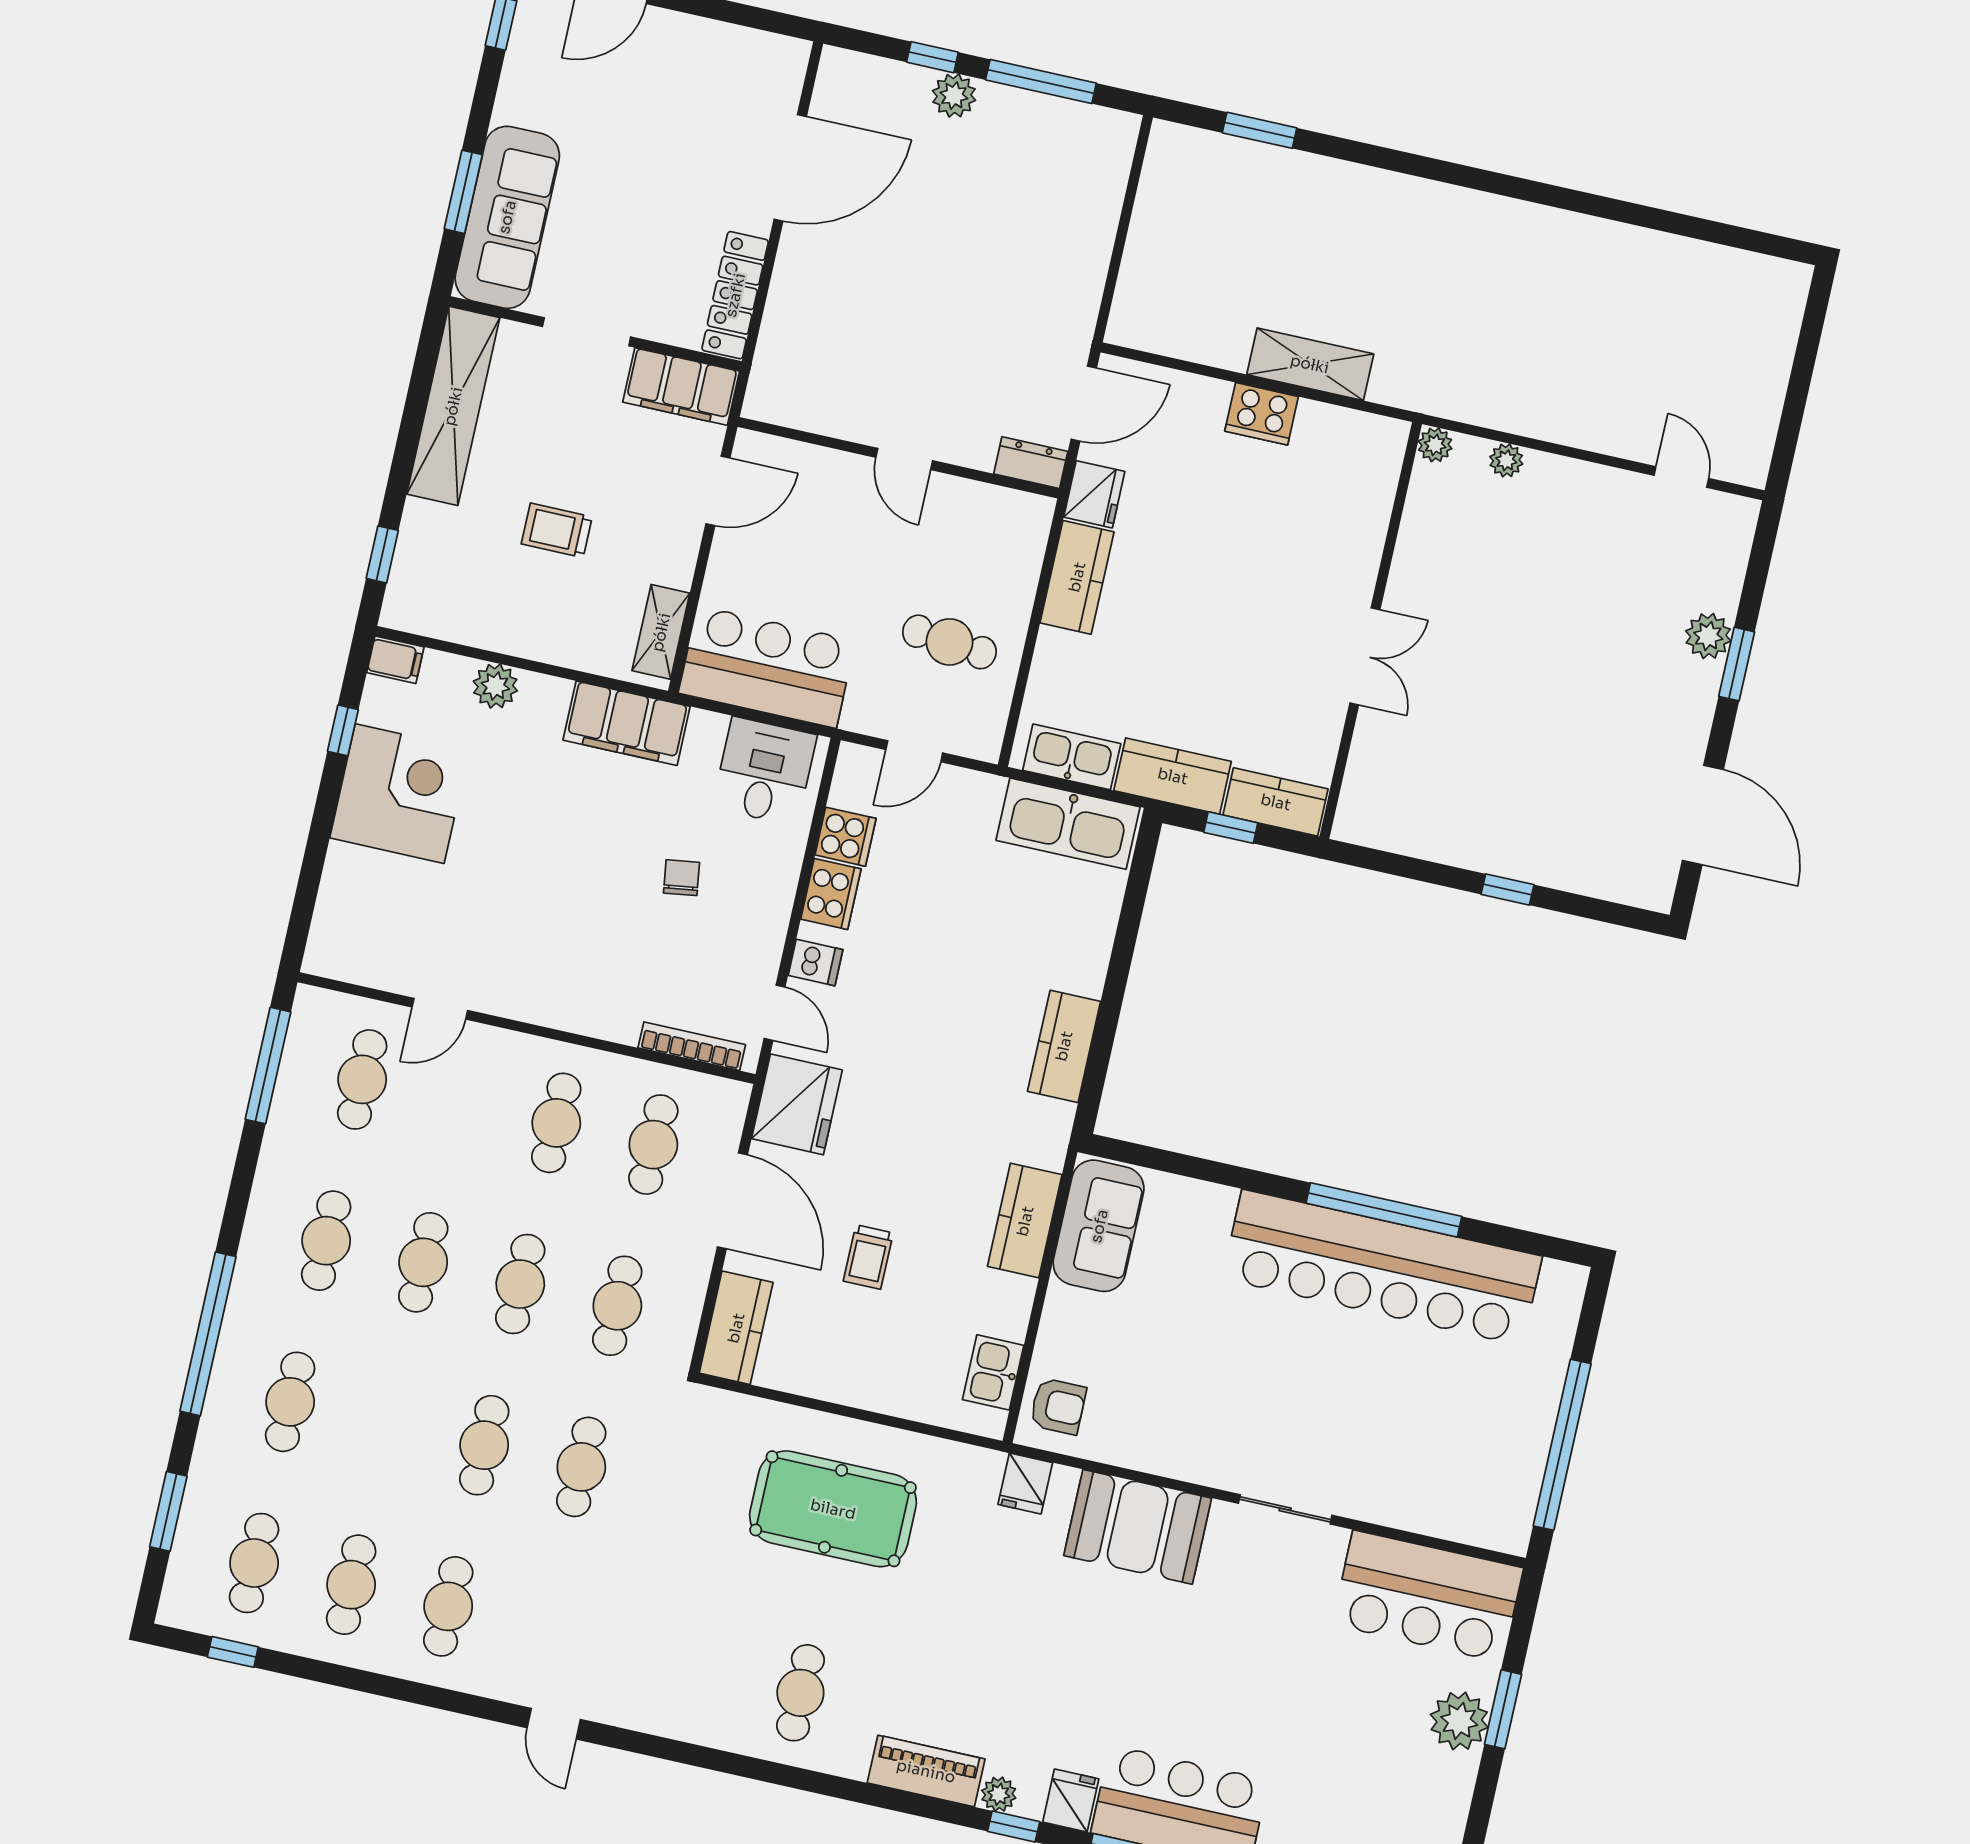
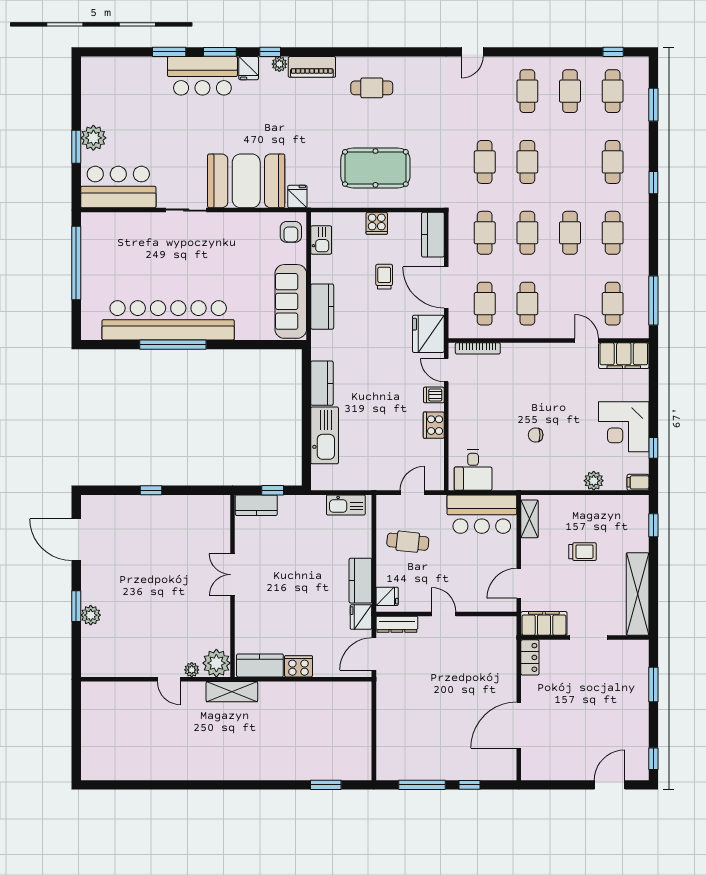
plant: (954, 96) -> (457, 771), removed
sofa: (507, 217) -> (633, 678), removed
locker: (735, 295) -> (530, 657), width x0.66
shelving: (1310, 364) -> (232, 692), moved
plant: (1435, 445) -> (216, 663), width x1.87, depth x1.87
dresser: (1031, 463) -> (397, 624), width x1.44
door: (1681, 477) -> (169, 679), moved
fridge: (1024, 528) -> (387, 596), added
filing cabinet: (627, 723) -> (624, 356), moved, turned 180
kitchen counter: (1173, 776) -> (260, 665), moved, turned 180
kitchen sink: (1068, 824) -> (325, 435), moved, turned 90
cooker: (846, 837) -> (377, 223), moved, turned -90
chair: (681, 878) -> (536, 435), moved, turned 98
door: (440, 1009) -> (587, 340), hinge flipped
sofa: (1099, 1226) -> (291, 301), width x1.36
window: (208, 1334) -> (653, 183), width x0.32
armchair: (1058, 1406) -> (291, 232), turned -90
booth: (1138, 1527) -> (246, 181), width x1.36, depth x1.42
cafe table: (800, 1693) -> (372, 88), turned 90
door: (554, 1724) -> (472, 52), swing flipped

